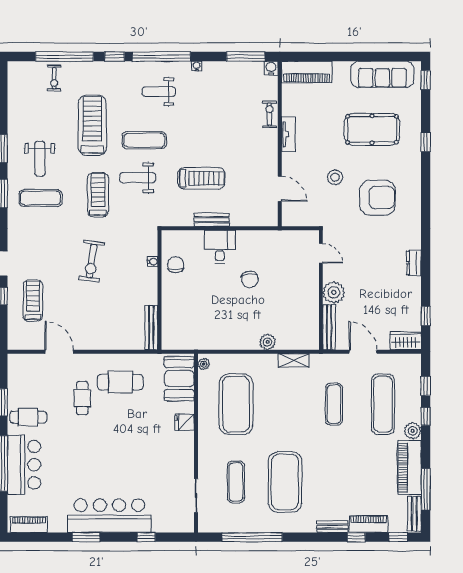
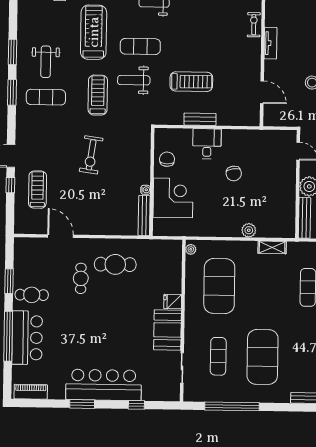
water cooler: (153, 262) -> (146, 190), moved
corner desk: (183, 307) -> (173, 198), added
booth: (179, 379) -> (167, 330), moved

